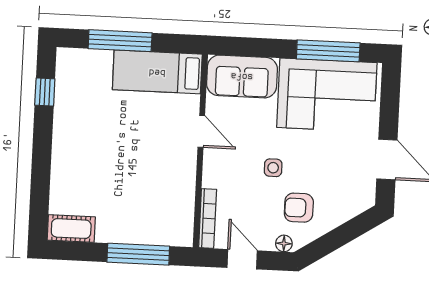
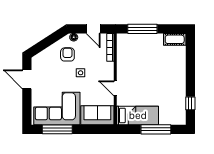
armchair: (299, 208) -> (67, 54), turned -90

